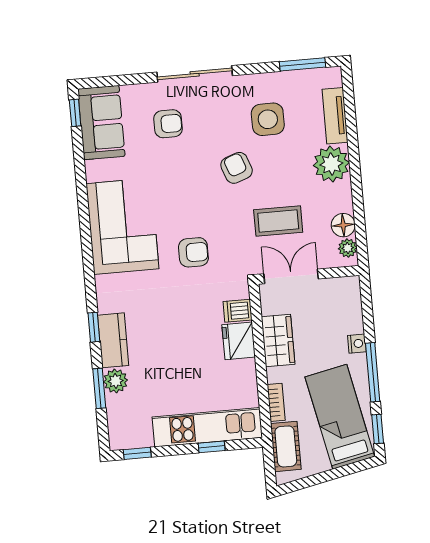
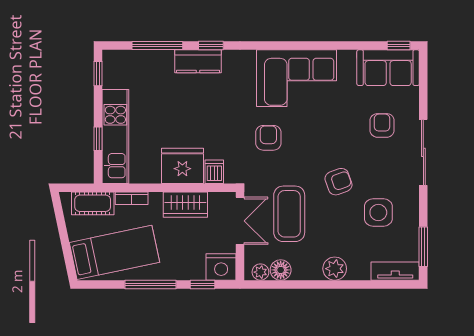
tv unit: (335, 116) -> (395, 271), moved
armchair: (168, 124) -> (382, 125), turned 180
plant: (331, 164) -> (335, 269), width x0.73, depth x0.73
coffee table: (278, 221) -> (289, 214), width x1.36, depth x1.32
armchair: (193, 252) -> (268, 138), turned 180
fridge: (239, 341) -> (182, 166), width x1.36, depth x1.34
nightstand: (357, 344) -> (221, 267), moved, width x1.89, depth x1.79
plant: (116, 381) -> (163, 60), removed
window: (99, 388) -> (157, 46), width x1.44
window: (378, 429) -> (202, 284), moved

